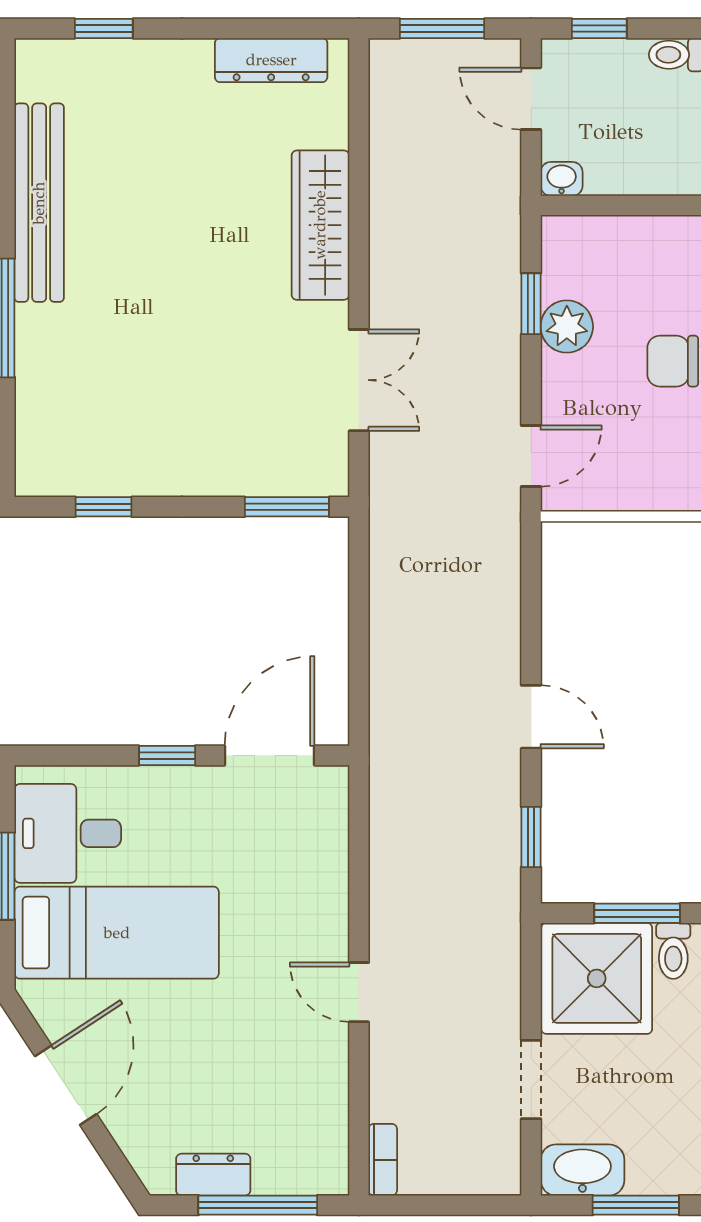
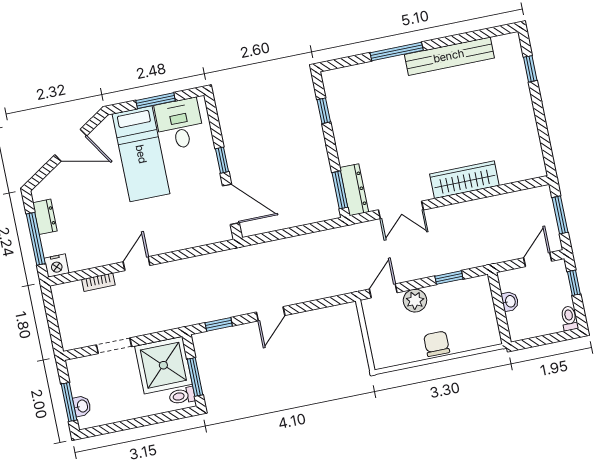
dresser: (271, 60) -> (354, 190), moved, turned 180
washbasin: (562, 179) -> (510, 301), moved
plant: (567, 326) -> (415, 301), moved
door: (531, 456) -> (383, 291), swing flipped
bookcase: (383, 1160) -> (98, 282), moved
washbasin: (582, 1170) -> (82, 406), moved, width x0.52, depth x0.69
nightstand: (327, 1171) -> (56, 266), added

